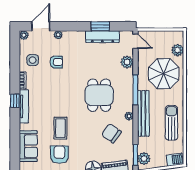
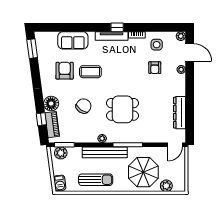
window: (100, 26) -> (190, 110), removed
plant: (127, 62) -> (155, 137), removed
chair: (111, 133) -> (84, 106), moved
armchair: (59, 155) -> (65, 71), turned -90

